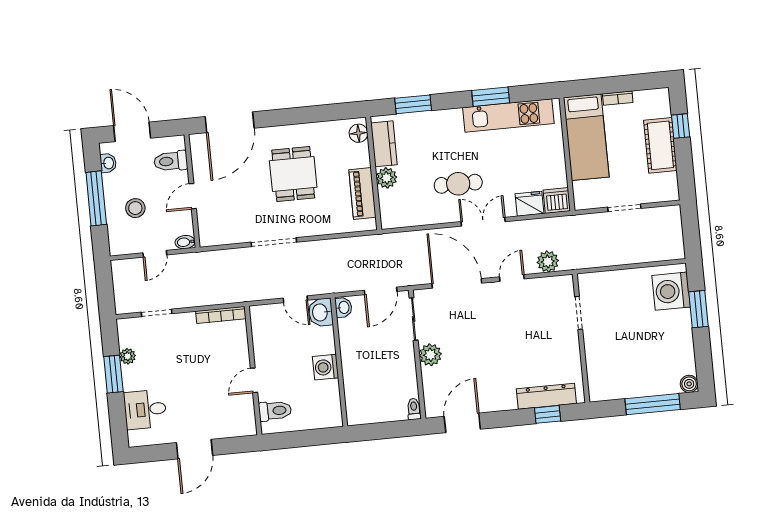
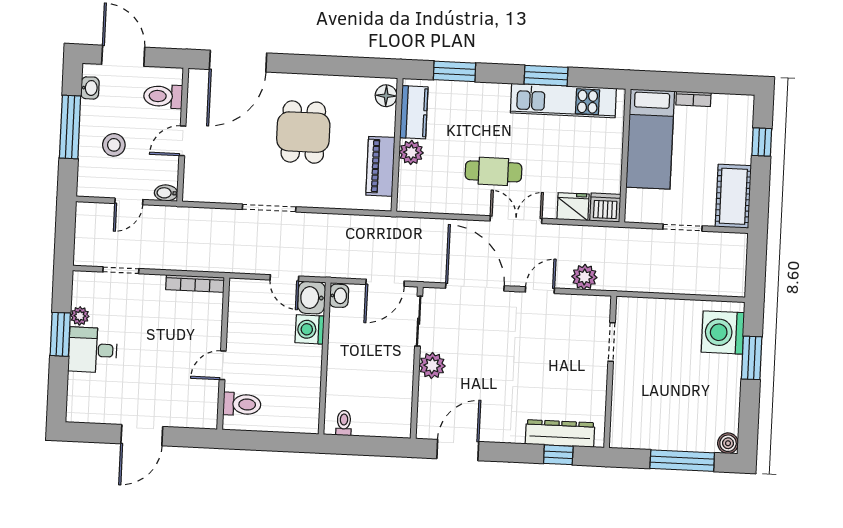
cot: (660, 145) -> (733, 196), moved
washing machine: (326, 367) -> (310, 329), moved
desk: (145, 409) -> (93, 350), moved
toilet: (414, 409) -> (344, 423), moved

